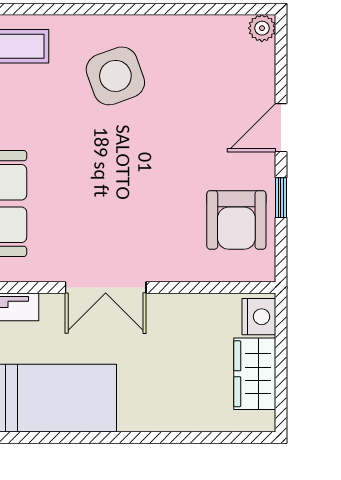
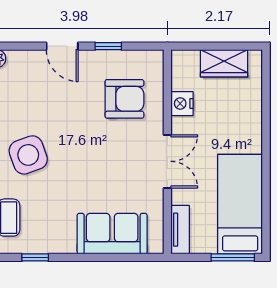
armchair: (236, 220) -> (124, 99), moved
nightstand: (259, 317) -> (182, 104), moved, turned -90

